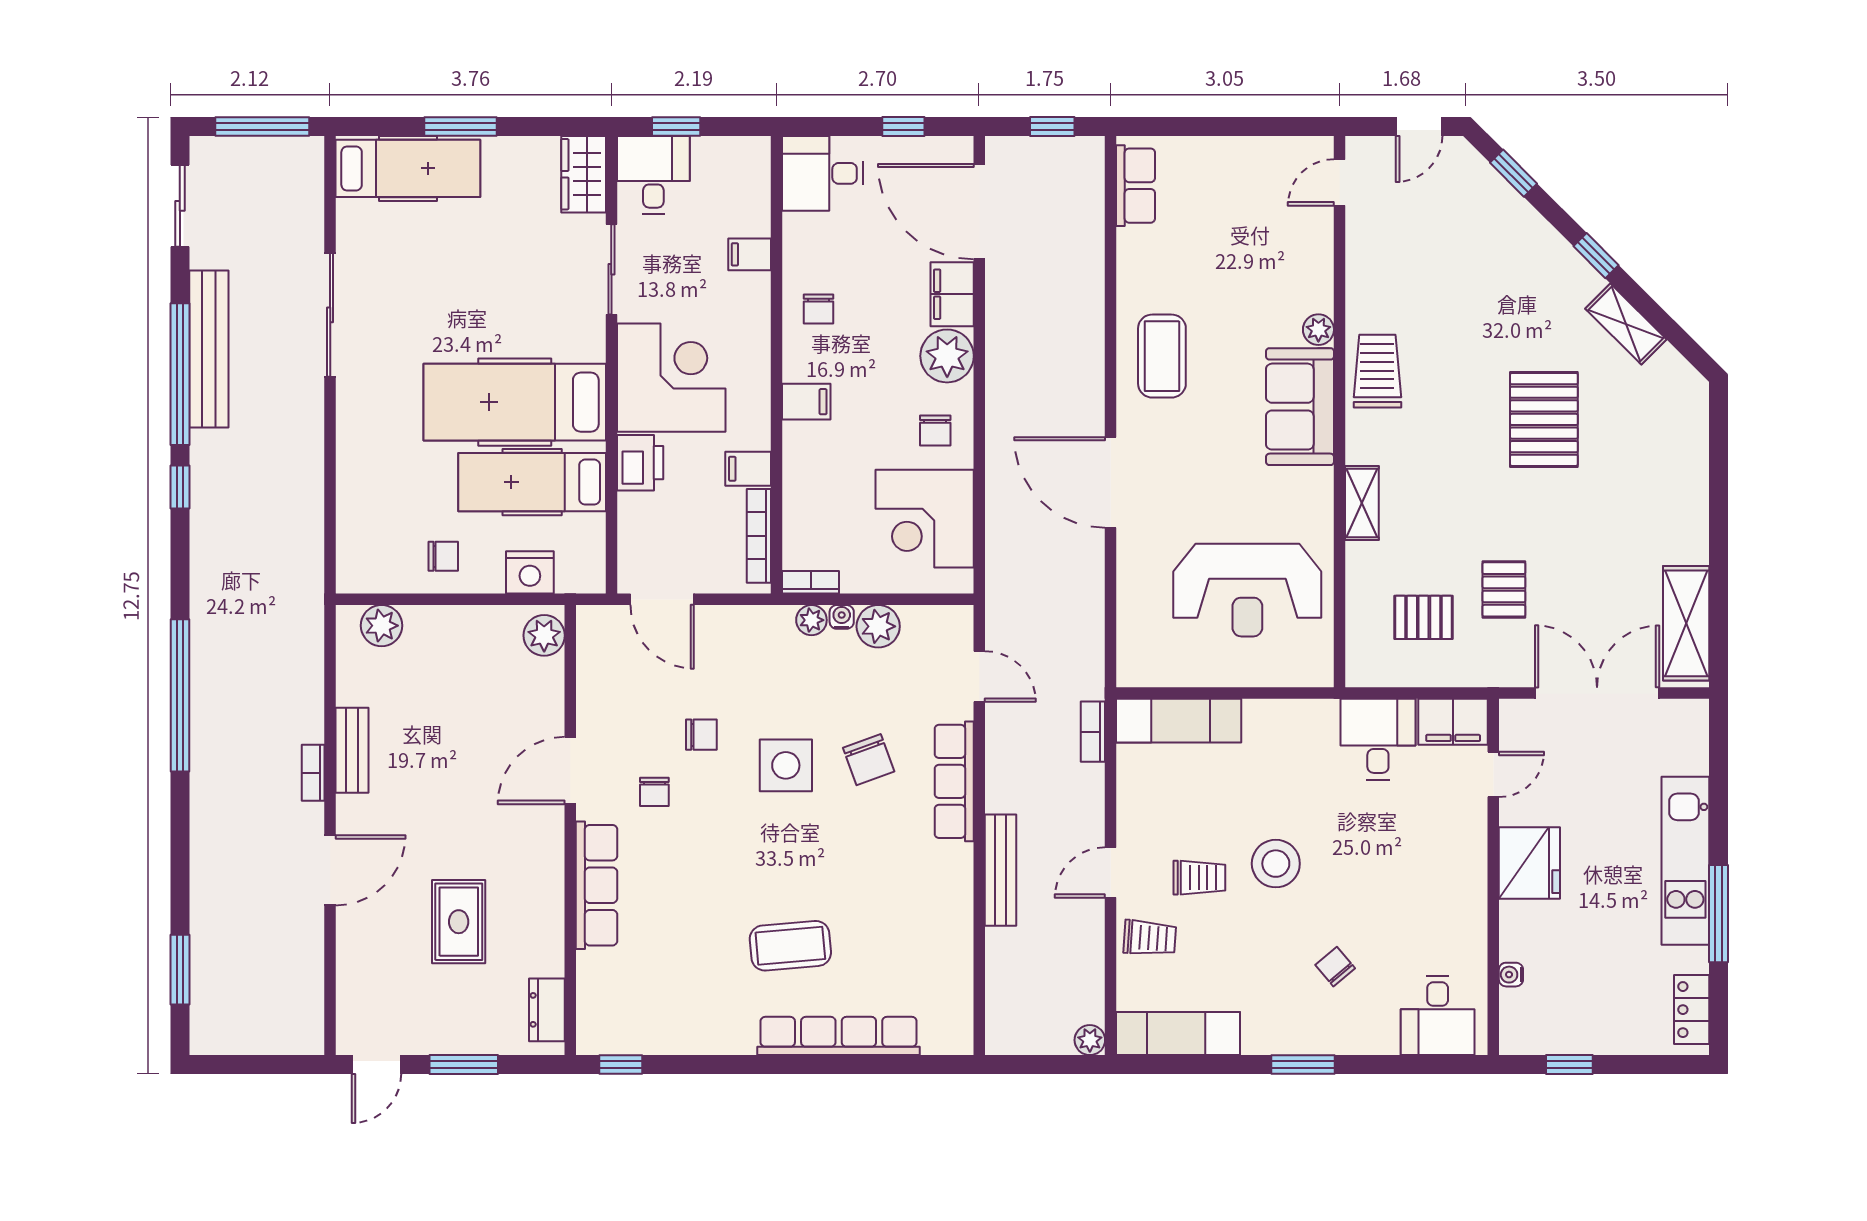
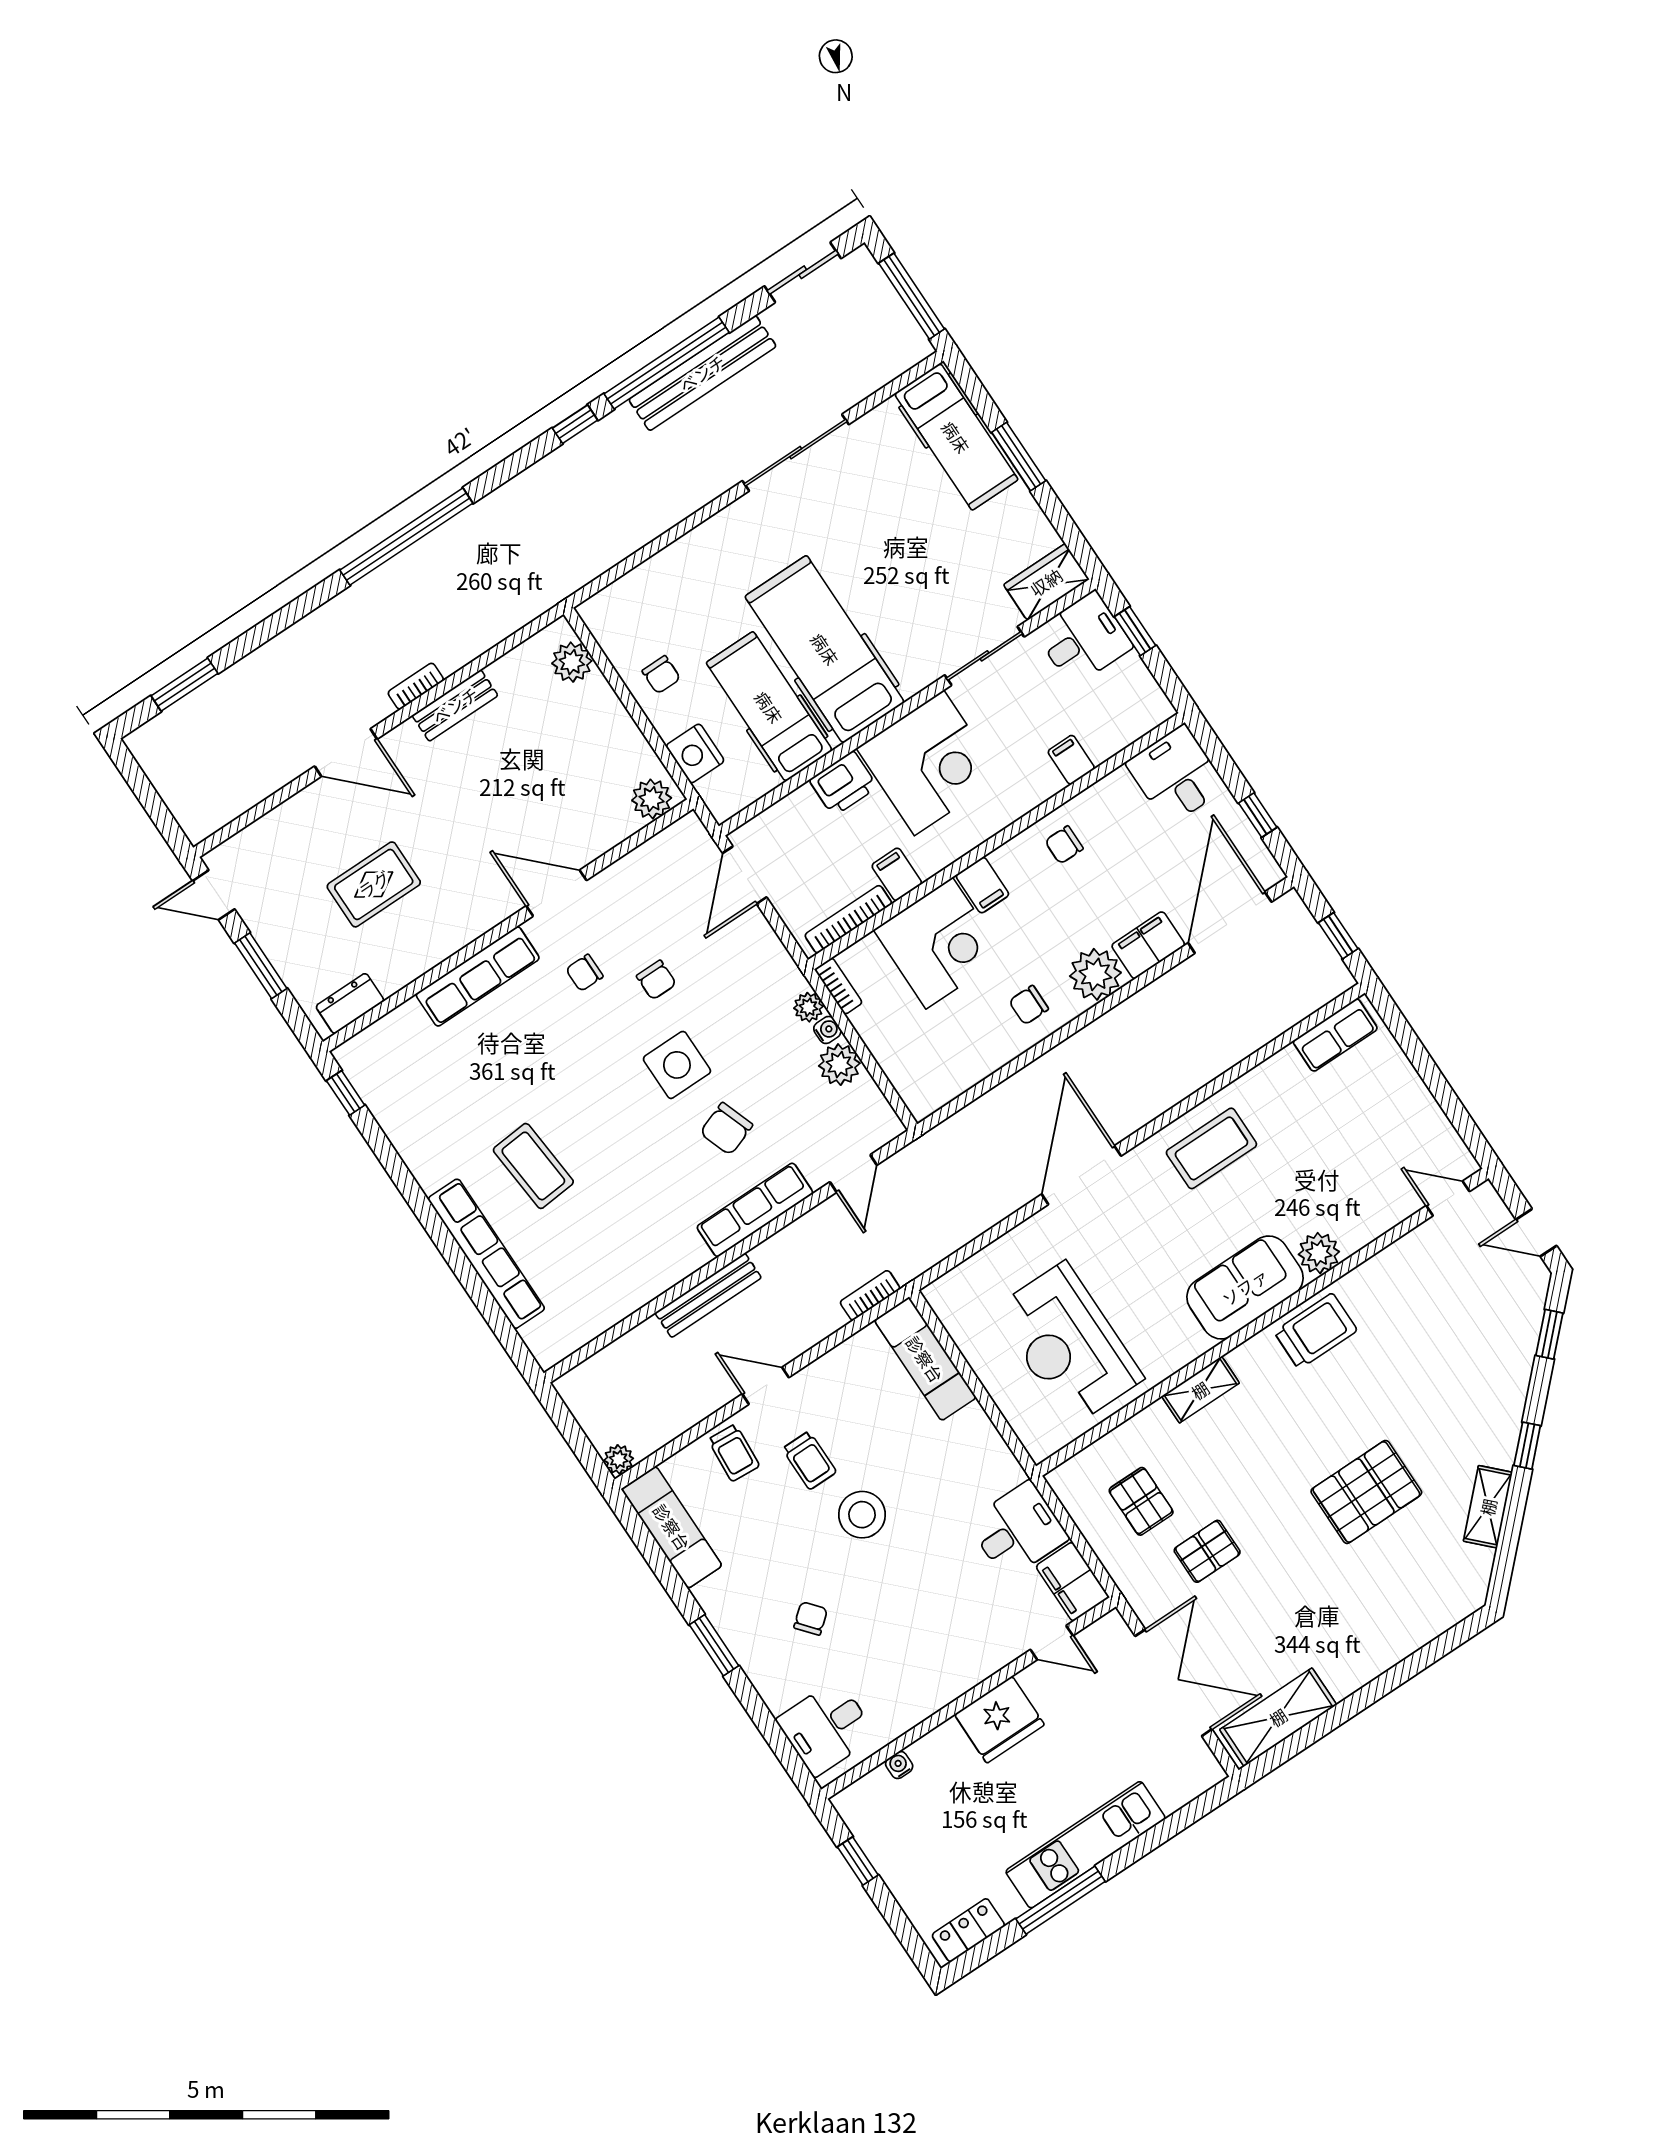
plant: (1318, 330) -> (1319, 1253), width x1.38, depth x1.38
corner desk: (925, 519) -> (939, 943), moved, turned 180

